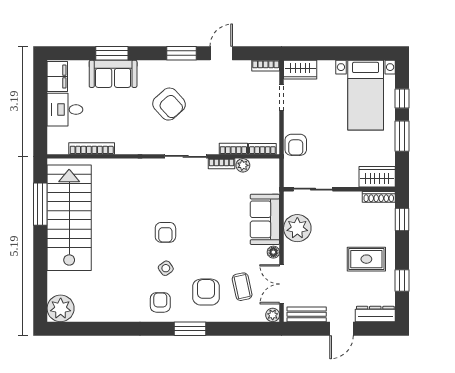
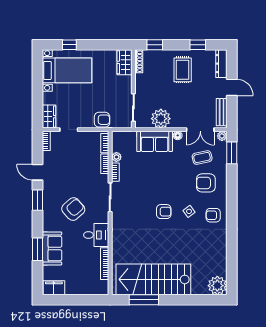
desk: (65, 110) -> (96, 235), moved, turned -90
window: (402, 136) -> (96, 45), removed
window: (190, 329) -> (232, 153), moved

